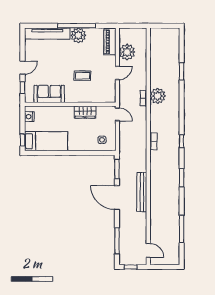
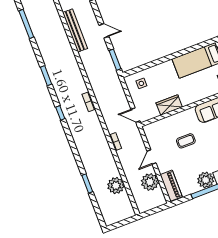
plant: (158, 96) -> (116, 186), moved
bench: (142, 192) -> (75, 31), moved
door: (117, 198) -> (104, 31), width x0.53

